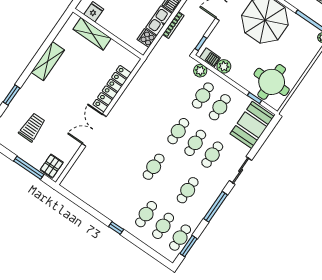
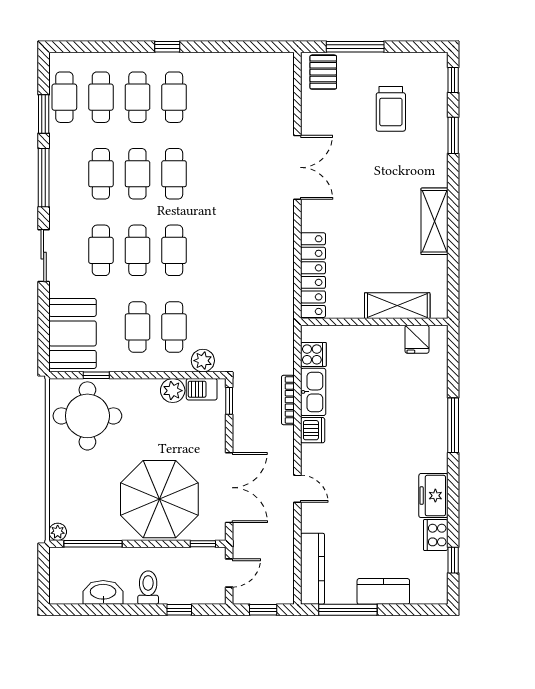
locker: (112, 89) -> (313, 275), moved
cafe table: (171, 178) -> (137, 174), added
cafe table: (129, 202) -> (174, 97), added
window: (188, 246) -> (44, 114), moved

